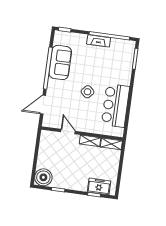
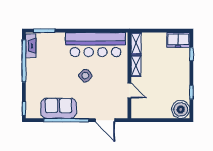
fireplace: (99, 41) -> (31, 46), moved
bar counter: (115, 105) -> (96, 45), width x1.36
door: (68, 132) -> (129, 90), swing flipped
freezer: (99, 186) -> (178, 40), moved, turned -90

